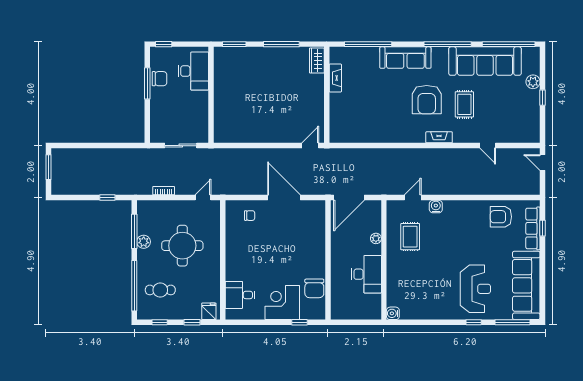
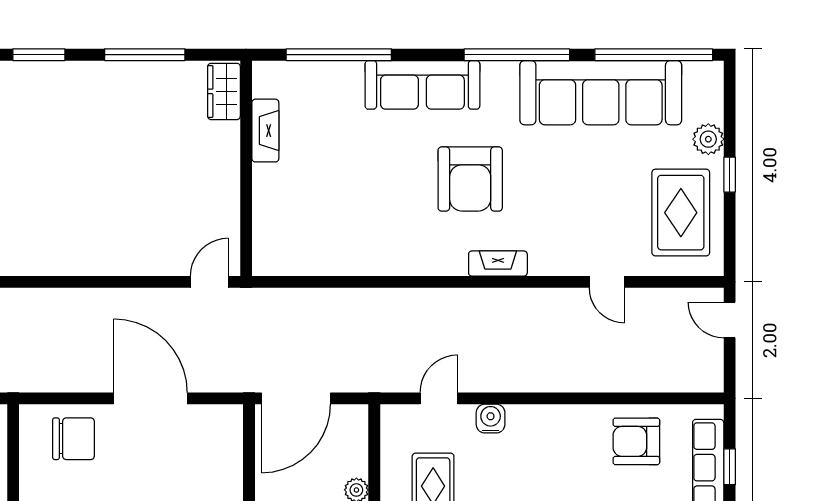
rug: (464, 104) -> (681, 213), moved, width x1.36, depth x1.43
chair: (250, 216) -> (73, 439), width x1.87, depth x1.87

